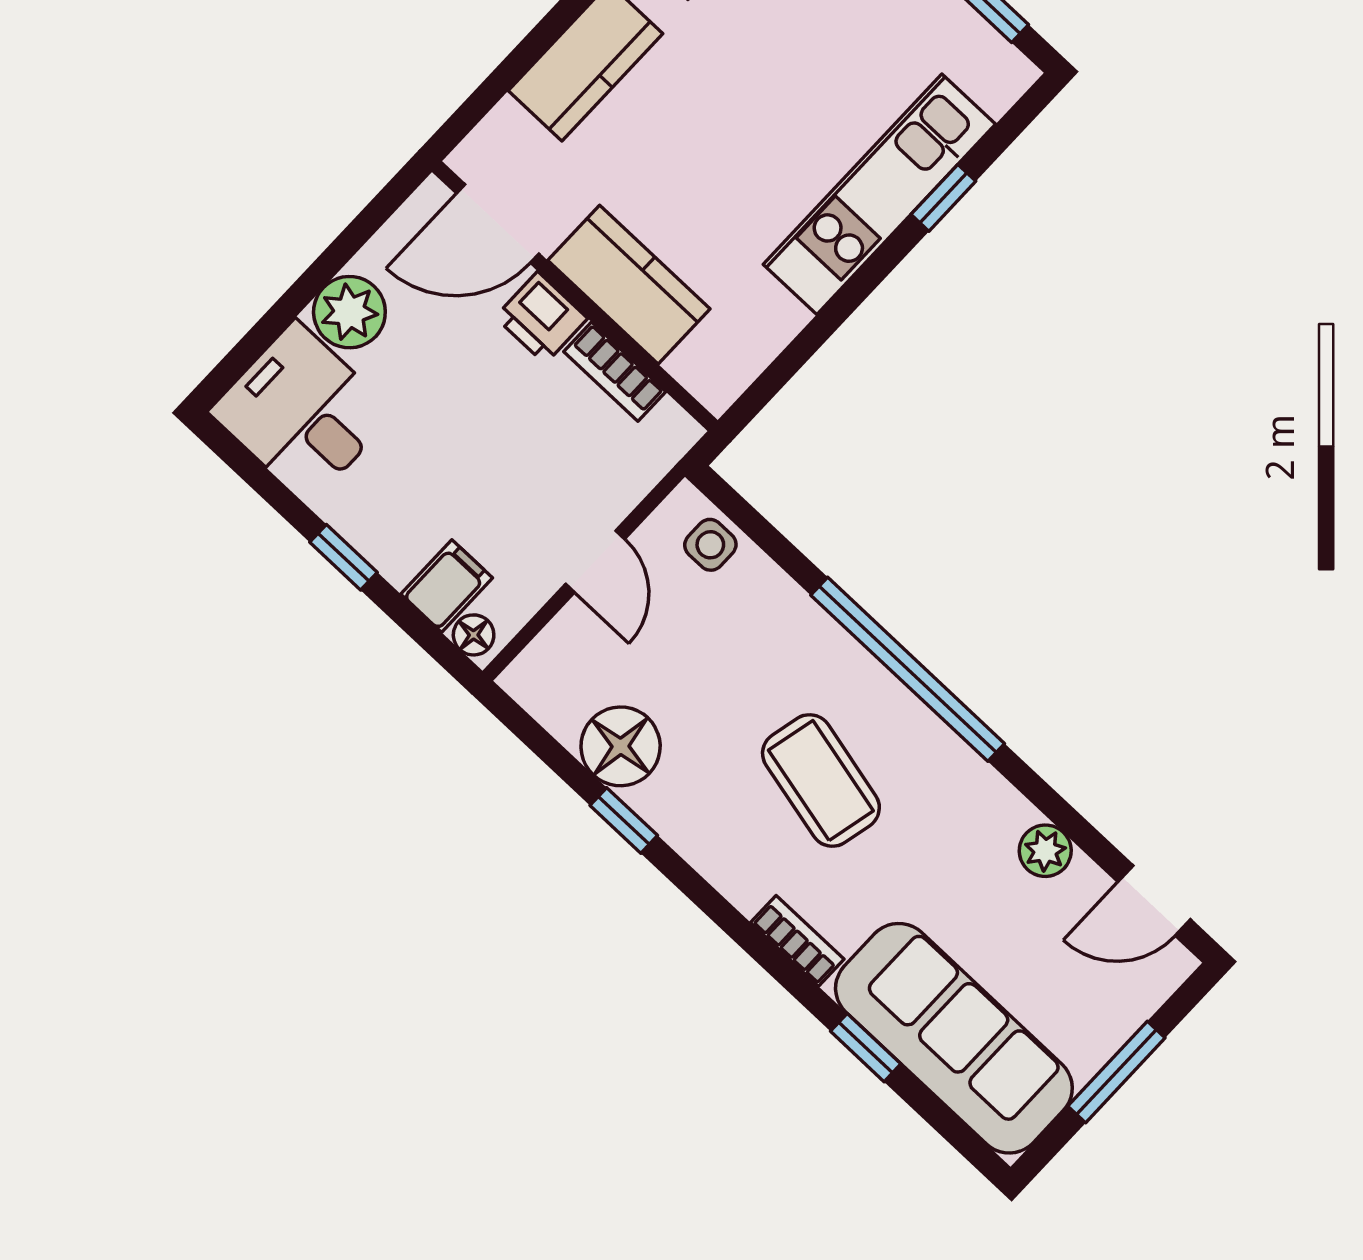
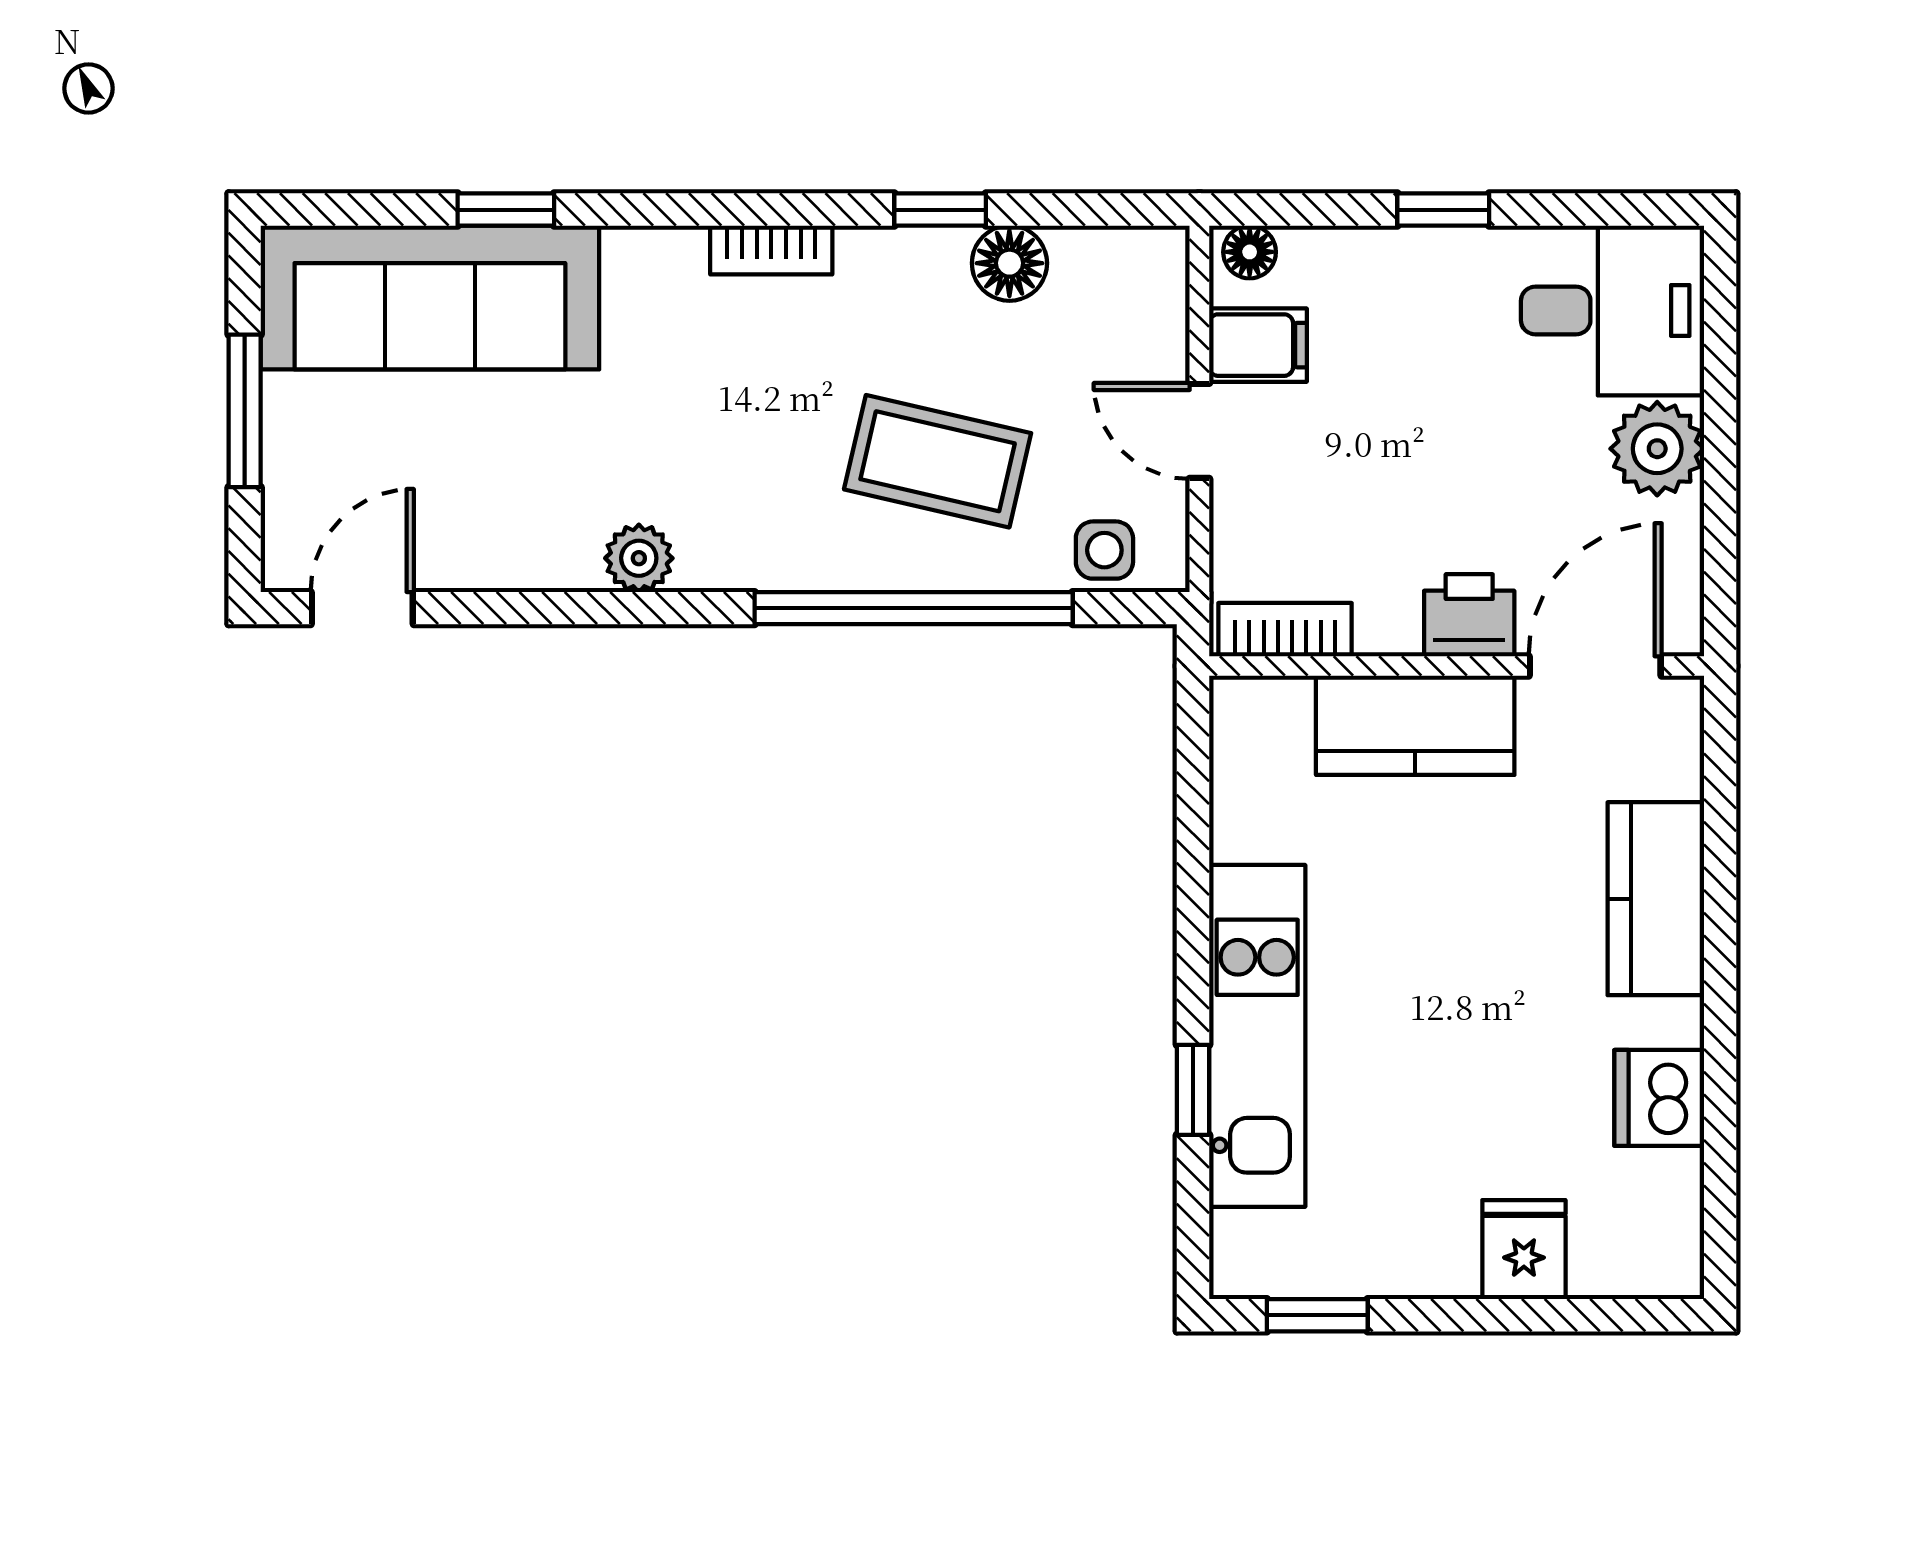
bookcase: (615, 372) -> (1285, 630), moved
filing cabinet: (447, 586) -> (1258, 345), moved, turned -90
window: (908, 669) -> (914, 608), moved
floor lamp: (621, 746) -> (1009, 263), width x0.73, depth x0.73
coffee table: (821, 780) -> (938, 461), moved
plant: (1045, 851) -> (639, 558), moved
bookcase: (797, 941) -> (771, 250), moved

